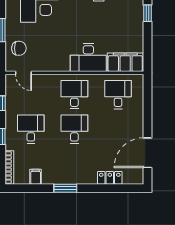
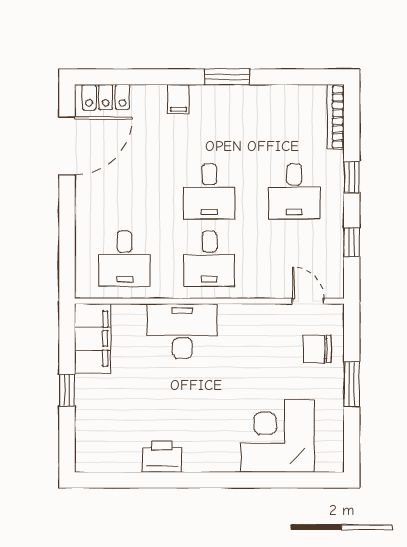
window: (148, 13) -> (67, 390), moved
filing cabinet: (125, 62) -> (93, 338), moved, turned -90
filing cabinet: (36, 177) -> (179, 99), moved
locker: (110, 178) -> (106, 97), moved

